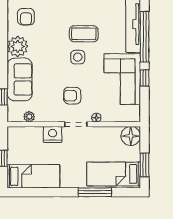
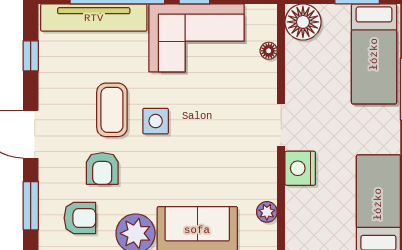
armchair: (72, 96) -> (102, 168), moved
floor lamp: (96, 118) -> (269, 51), moved

